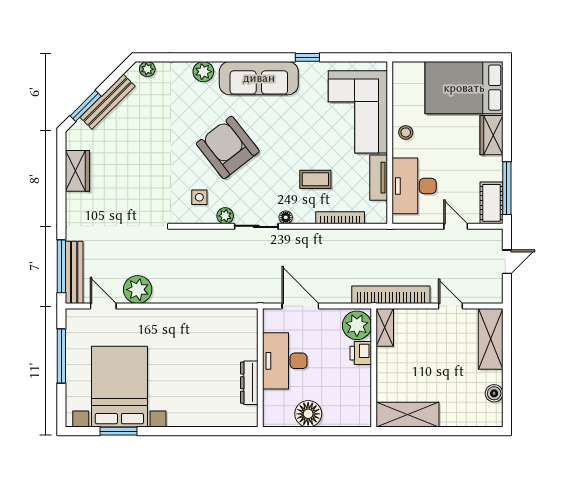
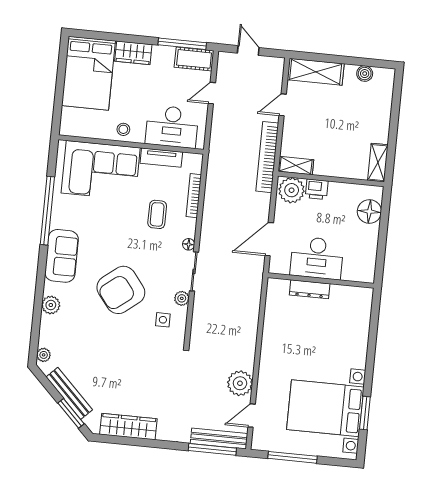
window: (307, 57) -> (47, 211), width x3.17
sofa: (259, 78) -> (62, 256), width x0.73
wardrobe: (77, 171) -> (128, 427), width x1.50
dresser: (249, 383) -> (310, 289), moved
floor lamp: (308, 414) -> (369, 212), moved
shelving: (407, 415) -> (378, 163), width x0.67, depth x0.75

